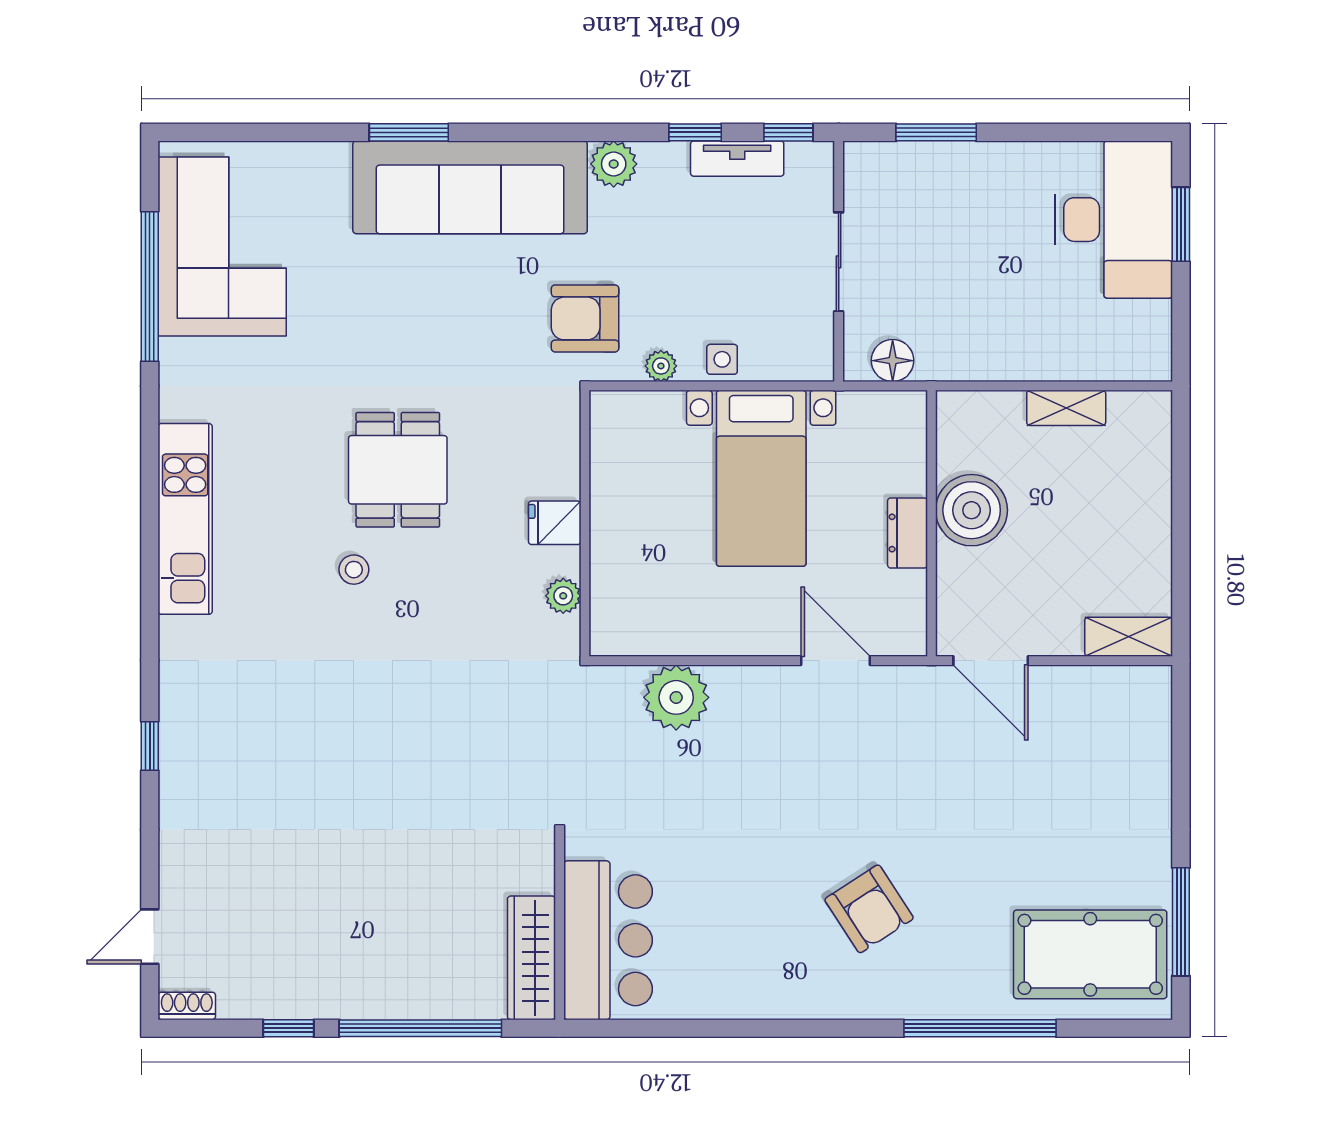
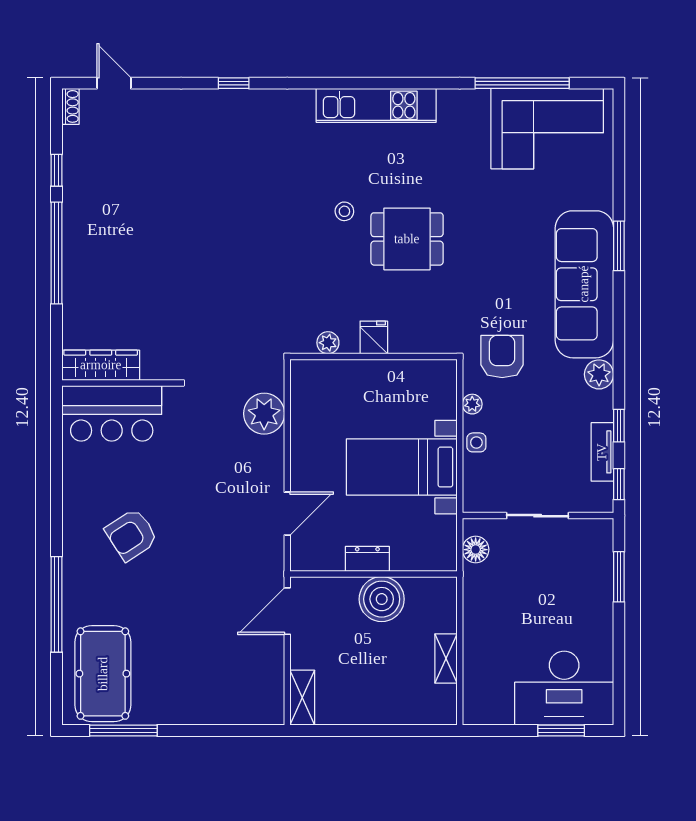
wall: (560, 927) -> (120, 383), moved
bar counter: (608, 940) -> (112, 413), moved
wardrobe: (531, 958) -> (101, 365), moved

